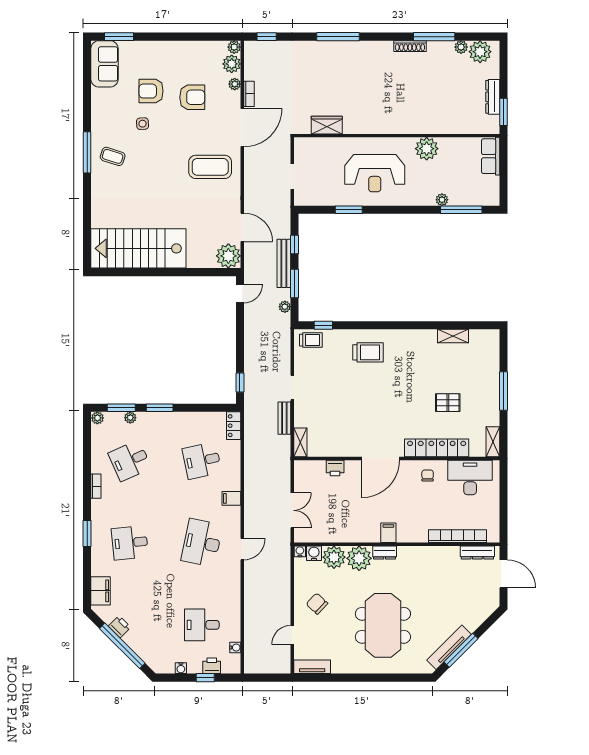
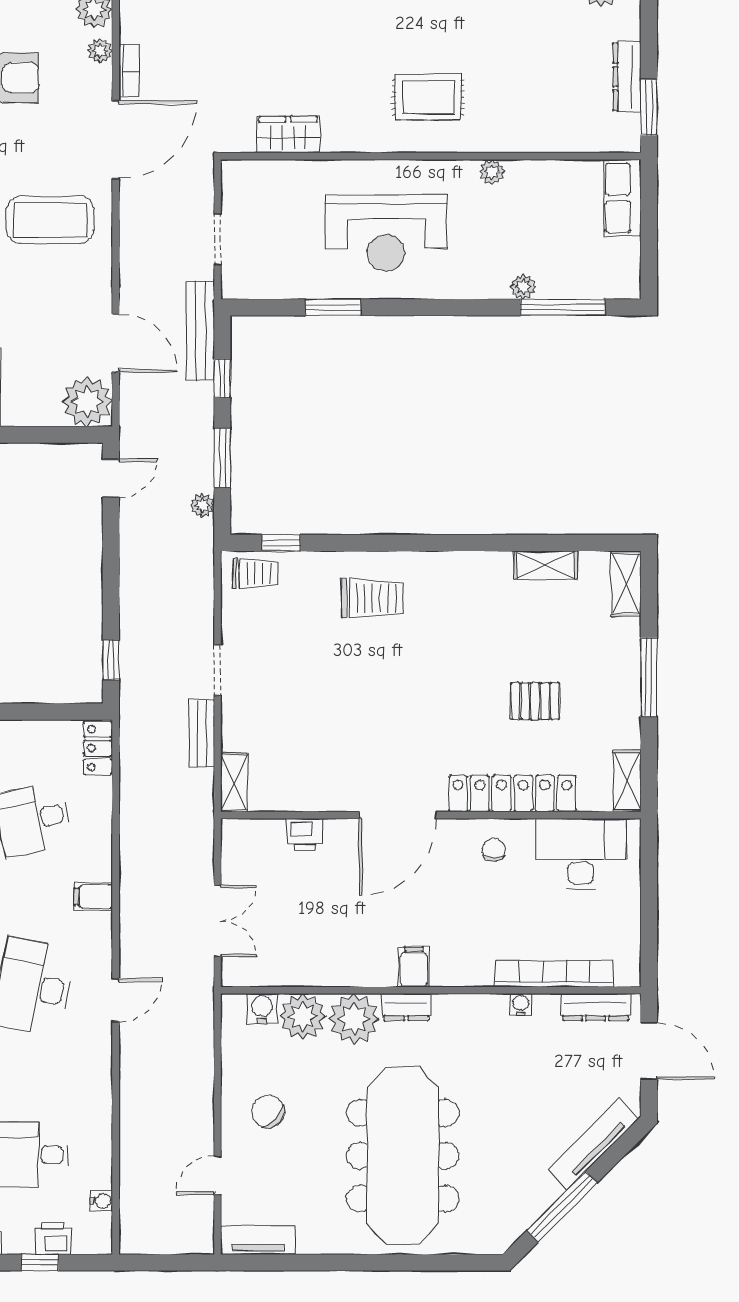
rug: (395, 107) -> (428, 97), added
plant: (427, 149) -> (492, 172), width x0.53, depth x0.53
bench: (284, 263) -> (200, 331), moved
shelving: (492, 345) -> (626, 584), added
water cooler: (300, 551) -> (521, 1005), moved
meeting table: (383, 625) -> (403, 1156), width x1.36
tv unit: (449, 647) -> (594, 1144), moved

